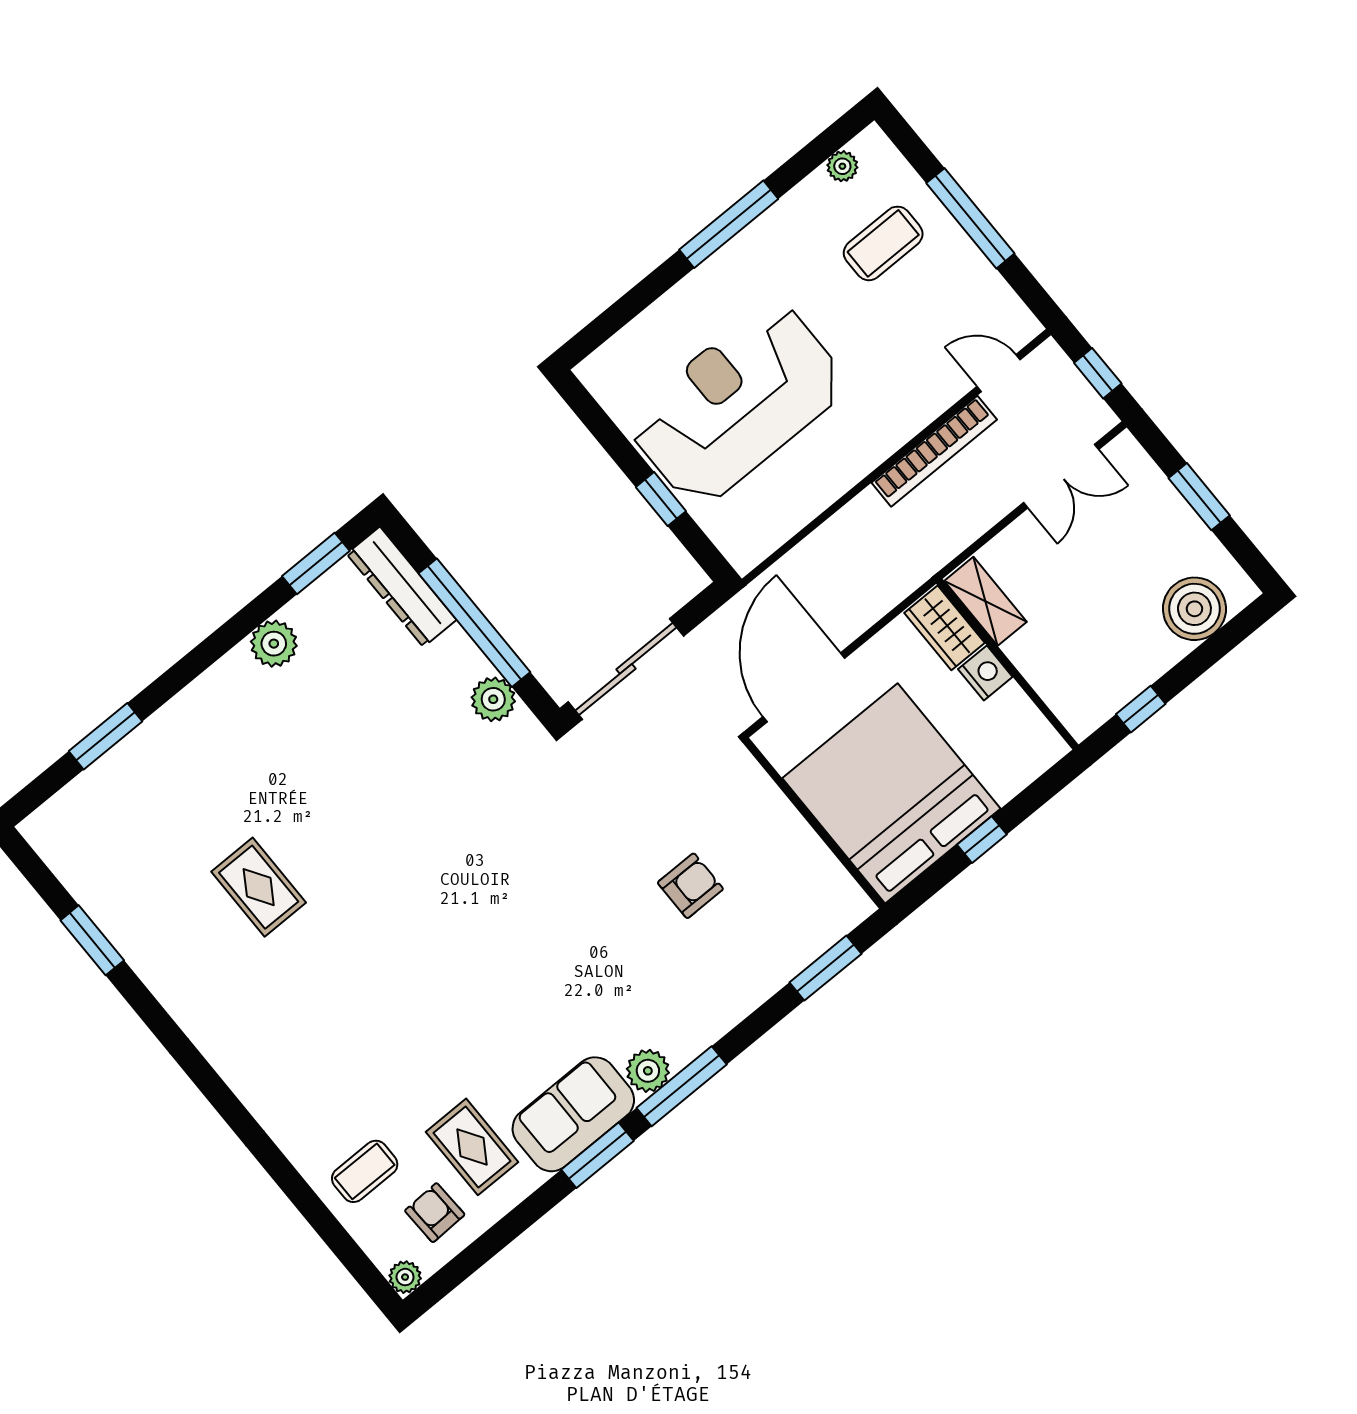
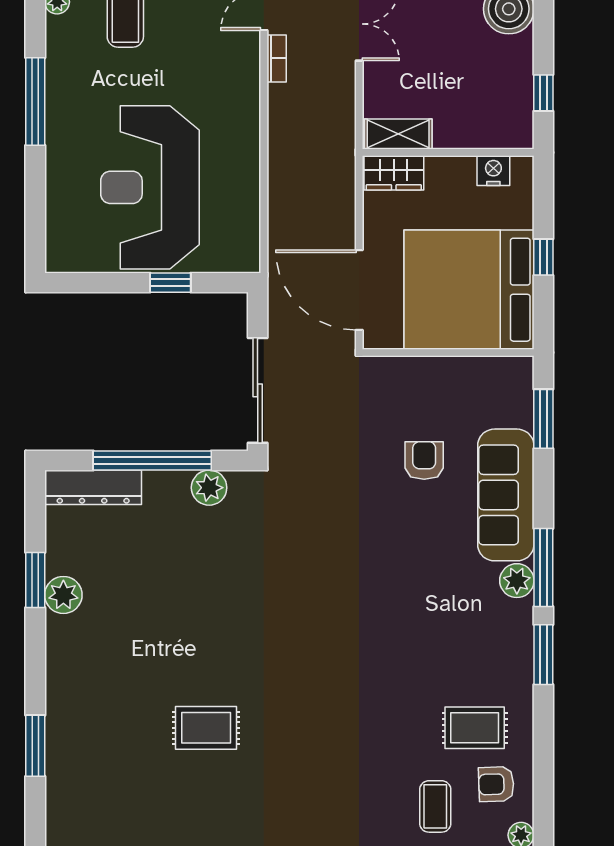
bookcase: (934, 451) -> (277, 58), width x0.43, depth x0.76
window: (316, 564) -> (35, 580), moved
nightstand: (985, 673) -> (493, 171), moved
sofa: (573, 1114) -> (506, 495), moved, width x1.36

